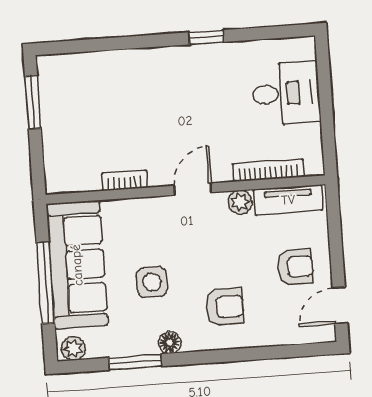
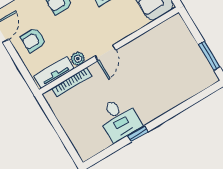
desk: (286, 93) -> (119, 119), moved, turned -90
bookcase: (125, 180) -> (142, 40), removed

